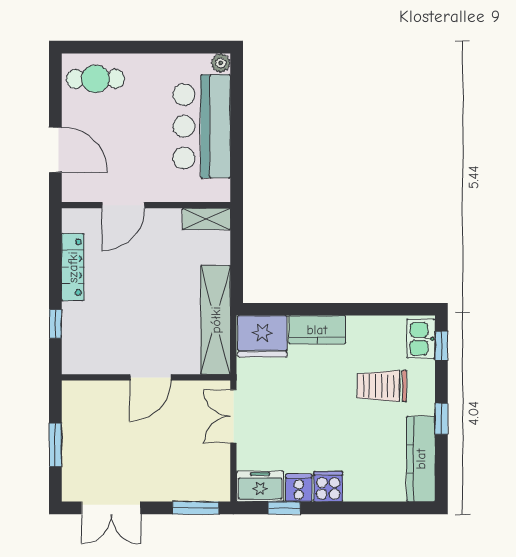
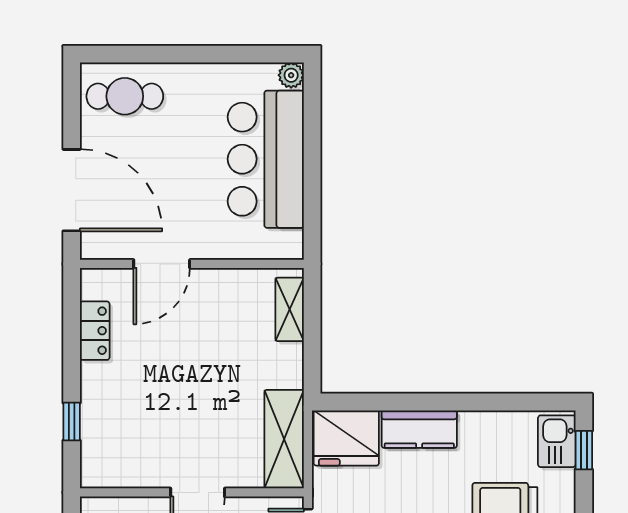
door: (55, 150) -> (72, 190), width x1.36
shelving: (207, 219) -> (290, 309), moved, turned 90
locker: (73, 267) -> (95, 331), width x0.66
shelving: (216, 320) -> (284, 439), width x0.68

